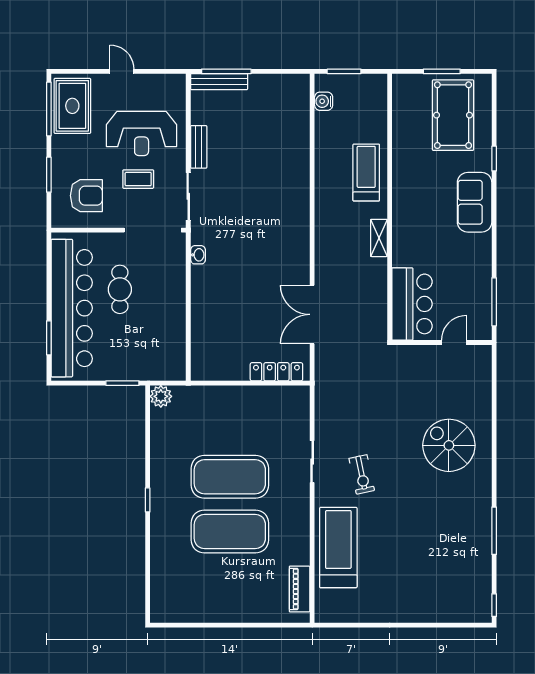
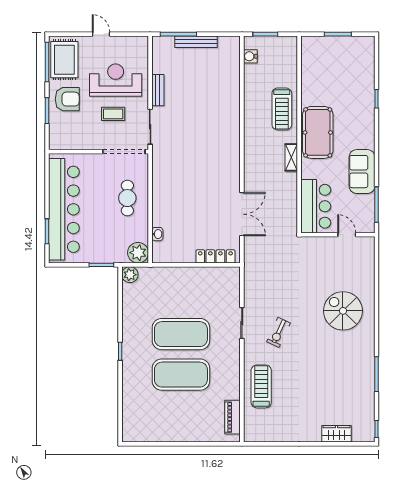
bench: (219, 82) -> (196, 42), moved
pool table: (453, 115) -> (318, 132), moved
reception desk: (142, 133) -> (116, 80), turned 180
treadmill: (366, 172) -> (282, 109), turned 180
armchair: (86, 196) -> (67, 99), moved
sofa: (475, 202) -> (362, 172), moved
washbasin: (198, 255) -> (157, 234), moved
cafe table: (120, 289) -> (127, 198), moved
double door: (312, 314) -> (242, 214), swing flipped
door: (454, 342) -> (347, 235), hinge flipped
plant: (172, 367) -> (138, 253), added
exercise bike: (362, 474) -> (278, 332), turned 37
treadmill: (338, 547) -> (261, 386), width x0.73, depth x0.73
wardrobe: (440, 611) -> (337, 434), added

